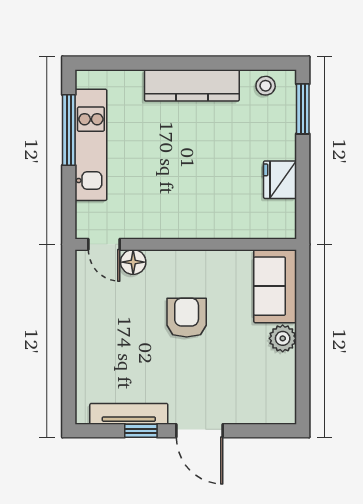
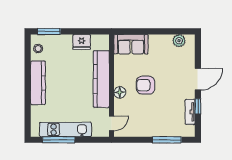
kitchen counter: (200, 222) -> (101, 79), added
floor lamp: (133, 262) -> (120, 92), moved
plant: (283, 338) -> (179, 41), moved
window: (69, 363) -> (167, 140), added
tv unit: (129, 414) -> (190, 112), width x0.71

